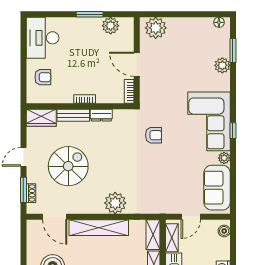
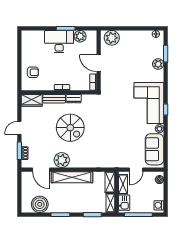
desk: (43, 38) -> (59, 42), moved, turned 90
armchair: (154, 135) -> (110, 113), removed
spiral stairs: (68, 166) -> (70, 128), moved, turned 90
plant: (115, 203) -> (62, 160), moved

